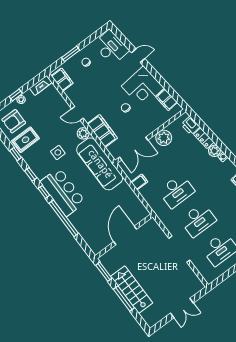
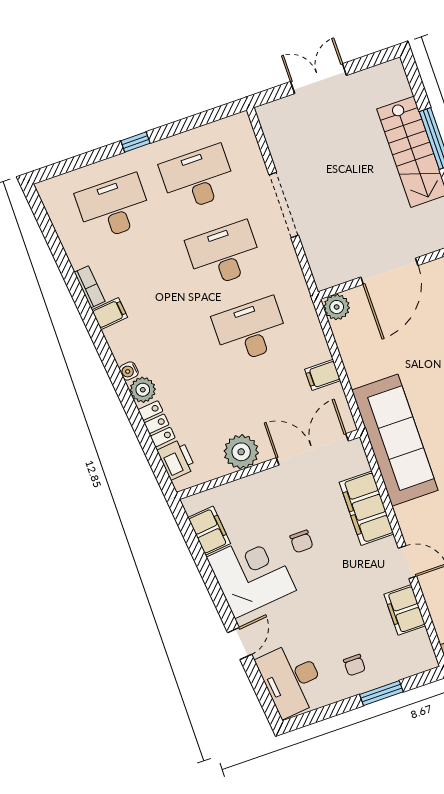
door: (138, 56) -> (240, 643), swing flipped
filing cabinet: (62, 80) -> (405, 610), moved
plant: (83, 133) -> (337, 307), moved

